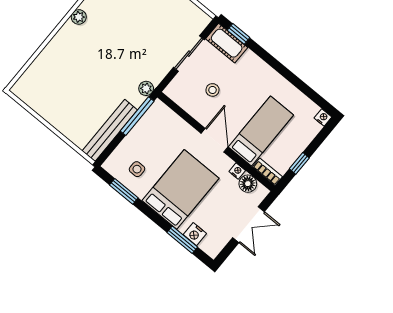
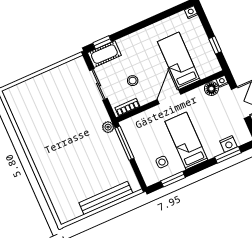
plant: (79, 17) -> (34, 150), removed
bench: (110, 130) -> (106, 198), moved, turned 90
door: (215, 140) -> (169, 97), hinge flipped
nightstand: (237, 171) -> (222, 81), moved
bookcase: (267, 172) -> (127, 107), moved
bed: (181, 189) -> (186, 141), width x0.67

